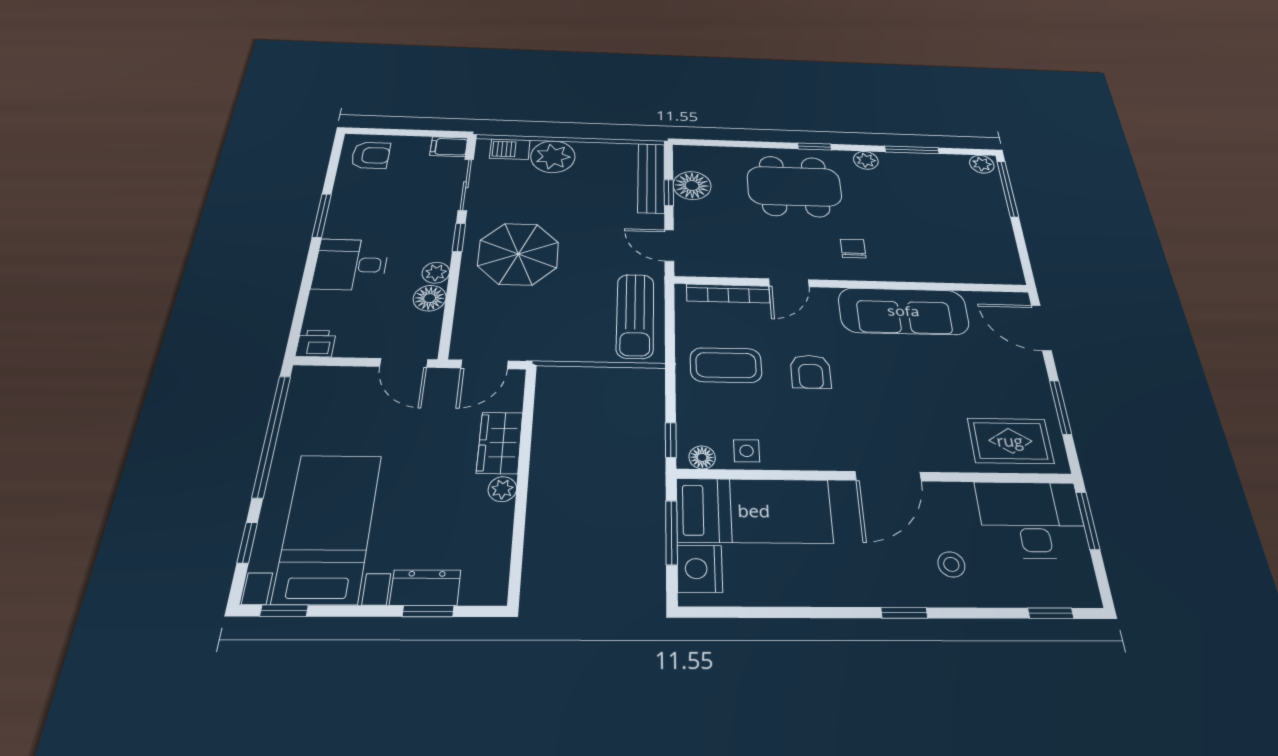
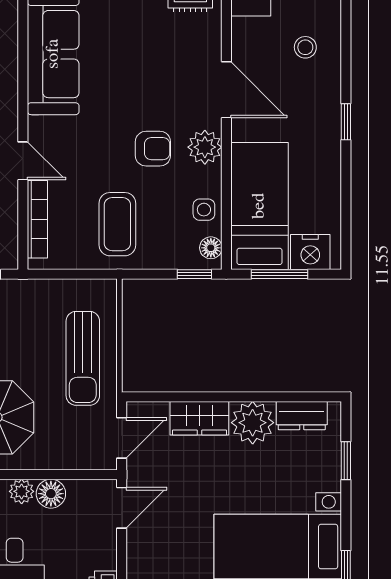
sun lounger: (635, 316) -> (83, 358), moved, turned 90
door: (484, 364) -> (122, 438), hinge flipped
armchair: (811, 372) -> (153, 149), moved
plant: (819, 453) -> (205, 147), added
plant: (502, 489) -> (253, 423), width x1.88, depth x1.88
dresser: (425, 588) -> (302, 416), moved, turned -90
window: (904, 613) -> (346, 122), moved

